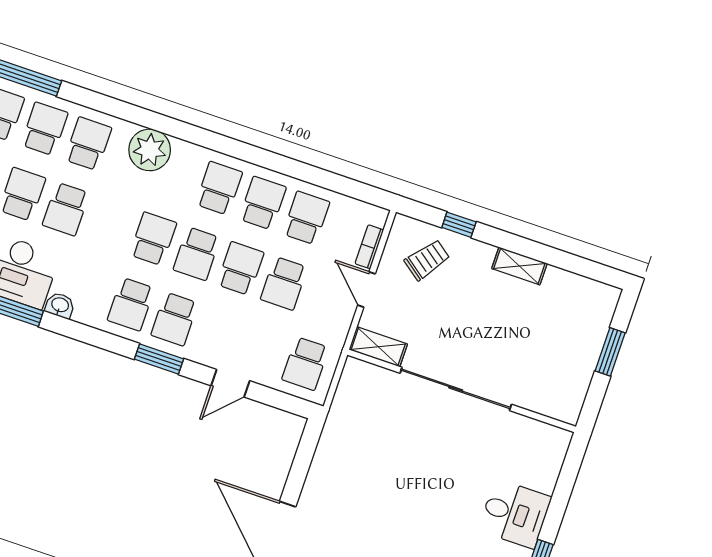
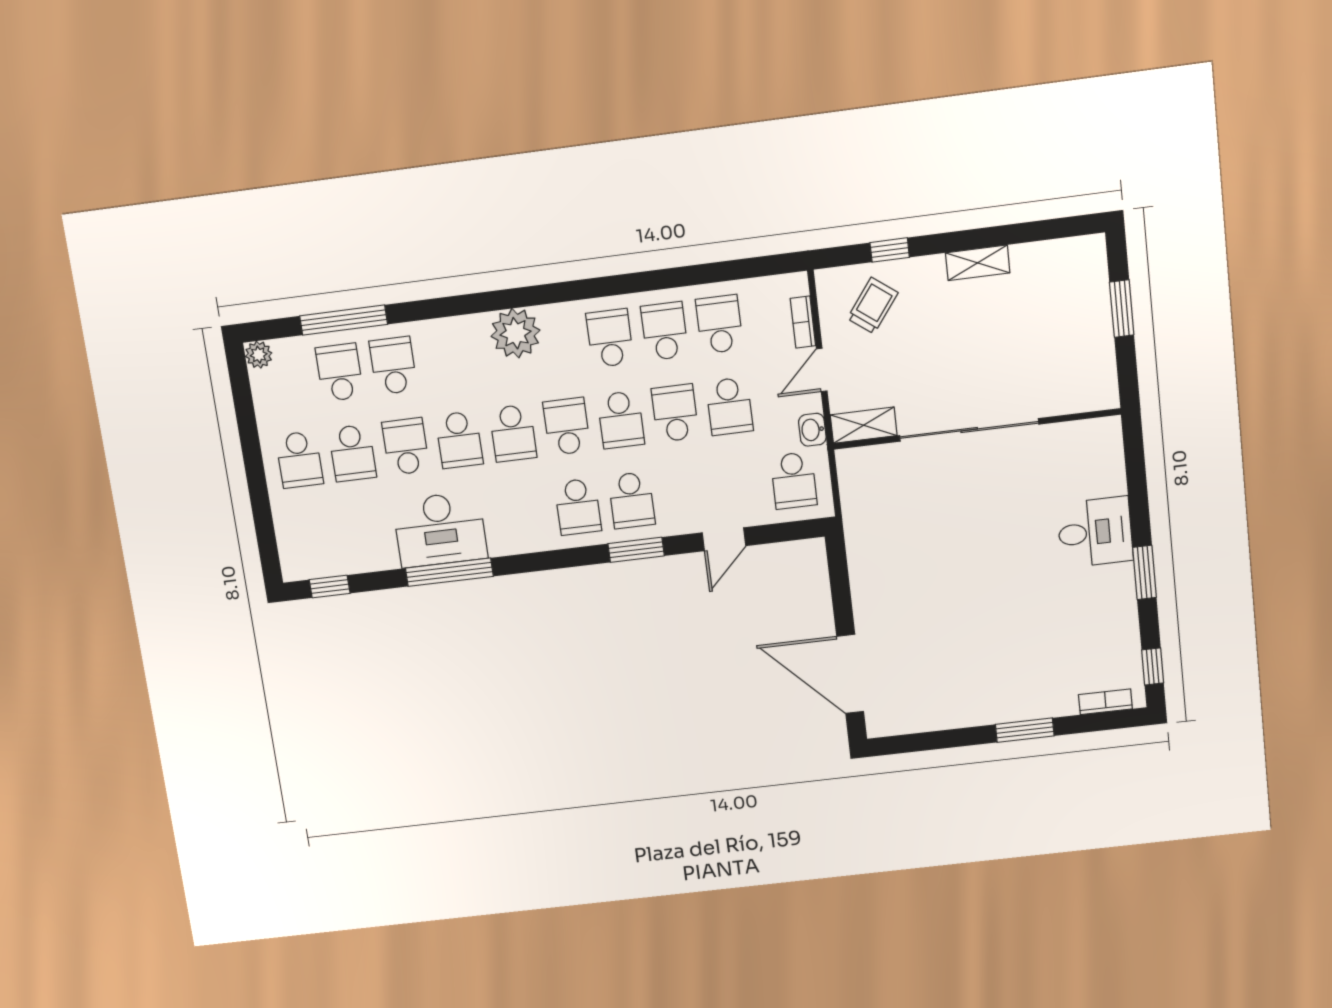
school desk: (88, 144) -> (513, 433), moved, turned 180
door: (366, 290) -> (822, 370), hinge flipped
washbasin: (60, 305) -> (812, 430), moved, turned -90

